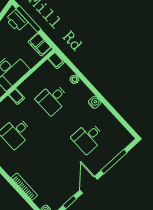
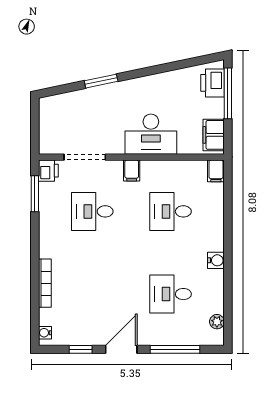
plant: (74, 79) -> (217, 322), moved

